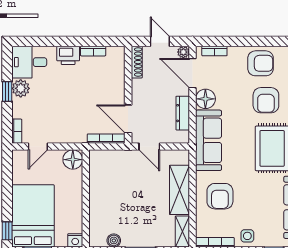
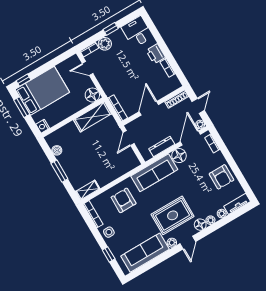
plant: (21, 88) -> (105, 44), moved
armchair: (266, 100) -> (200, 194), removed
door: (128, 119) -> (149, 108), moved
shelving: (179, 190) -> (92, 117), moved
armchair: (220, 196) -> (124, 200), turned 90

